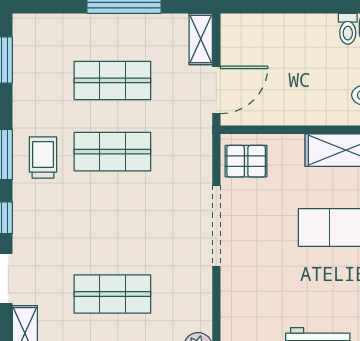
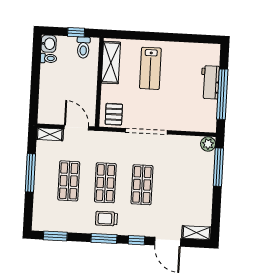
shop shelf: (112, 294) -> (142, 185), moved

